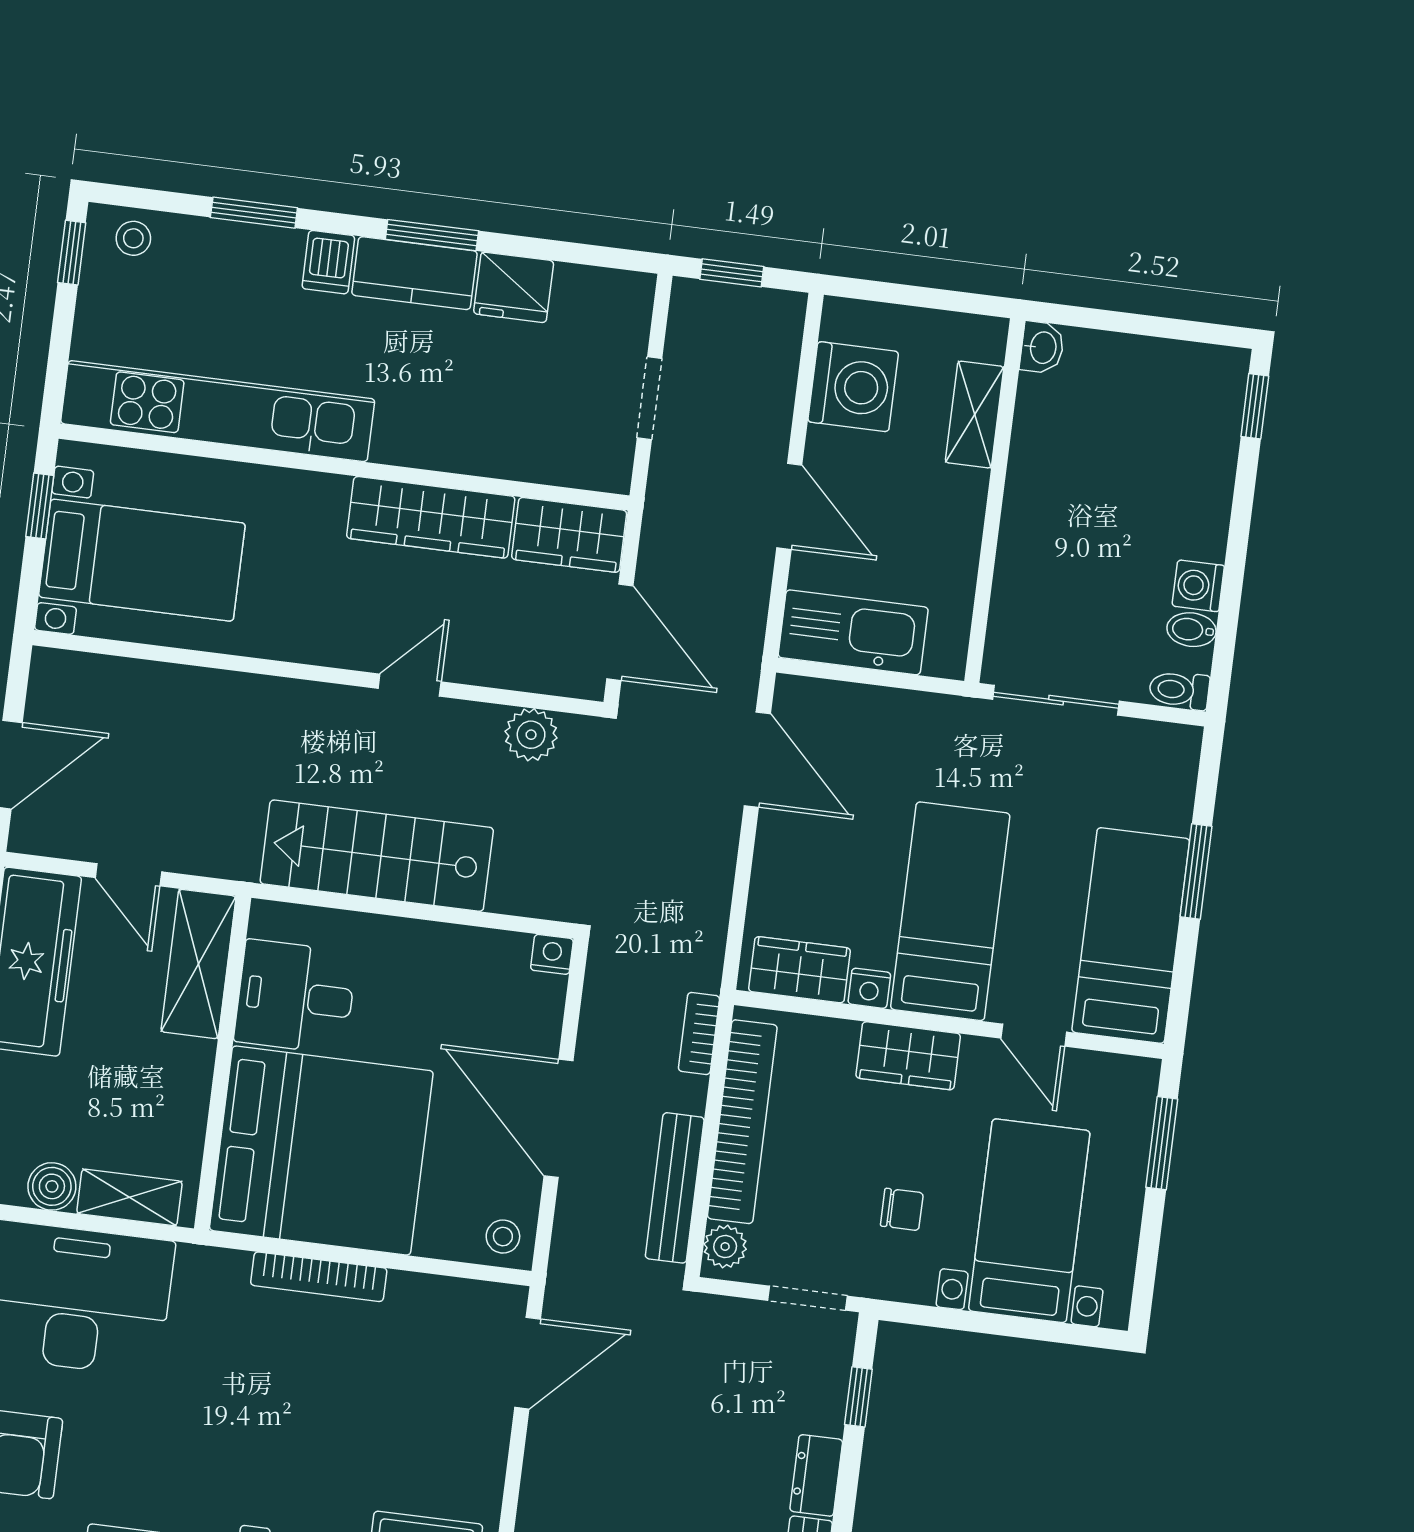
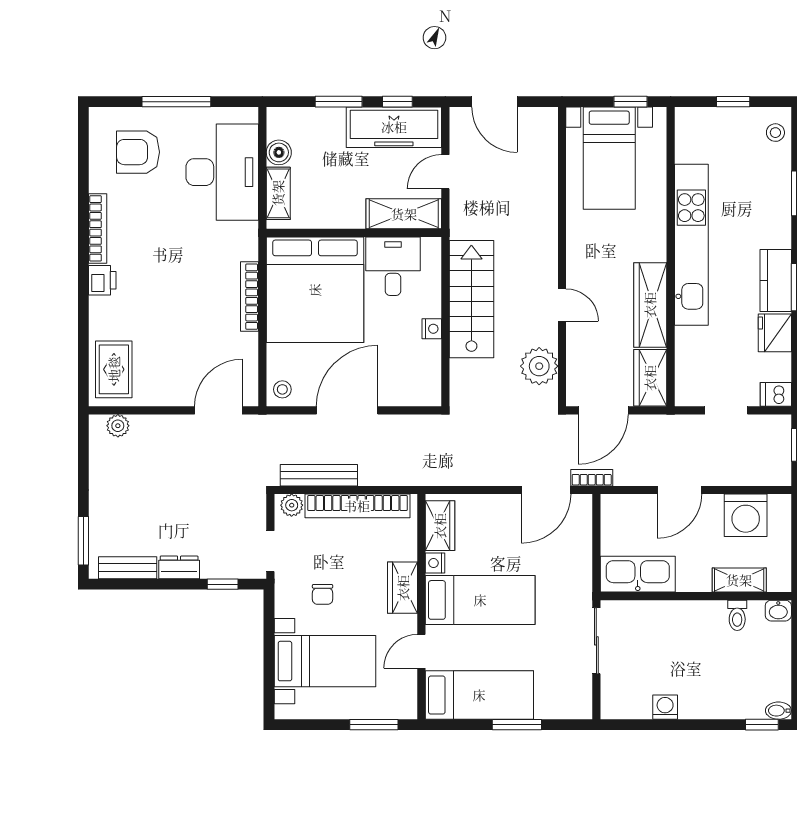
window: (72, 253) -> (733, 102), moved
dishwasher: (328, 262) -> (776, 394), moved
kitchen unit: (218, 411) -> (691, 245), moved
bidet: (1191, 630) -> (778, 711), moved, turned -90
kitchen sink: (853, 632) -> (638, 574), moved, turned -90
toilet: (1179, 690) -> (737, 615), moved, turned 180
plant: (531, 735) -> (539, 366), width x1.36, depth x1.36
nightstand: (552, 954) -> (432, 329), moved
bookcase: (699, 1033) -> (592, 478), moved
door: (528, 1363) -> (218, 410), swing flipped

